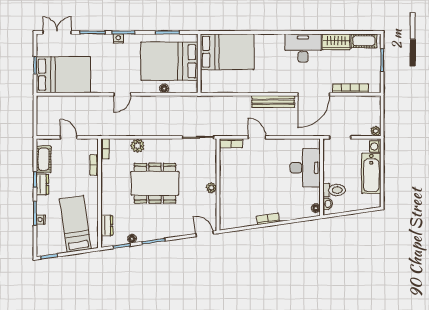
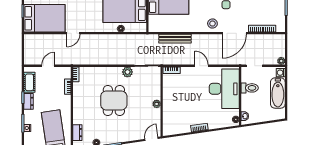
stool: (285, 82) -> (212, 24), added
door: (122, 94) -> (73, 33), moved
bench: (273, 102) -> (175, 39), moved
door: (69, 137) -> (48, 66), hinge flipped
door: (257, 137) -> (201, 66), moved
plant: (138, 146) -> (127, 72), moved
desk: (305, 168) -> (224, 89), width x1.36, depth x1.30
dining table: (155, 183) -> (114, 100), width x0.73
toilet: (334, 190) -> (250, 88), moved
door: (205, 234) -> (151, 139), hinge flipped

